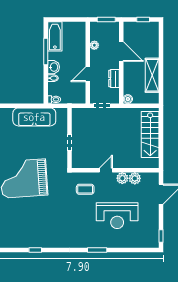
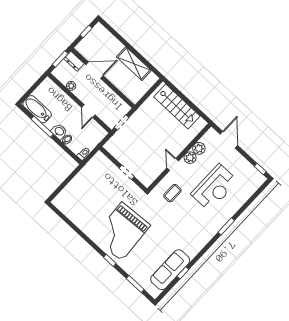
dresser: (114, 79) -> (74, 61), moved
boiler: (128, 99) -> (135, 98), removed
sofa: (34, 117) -> (170, 270), moved, turned 180

